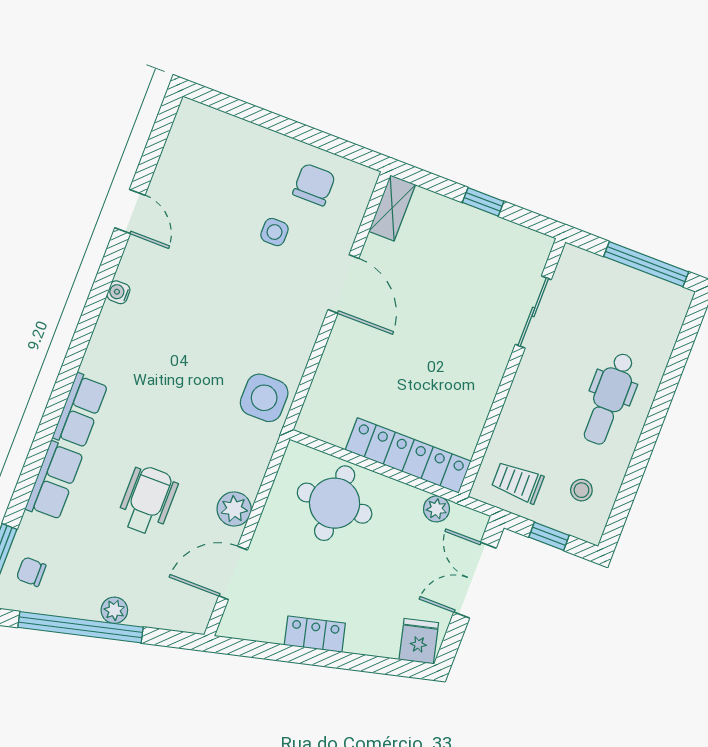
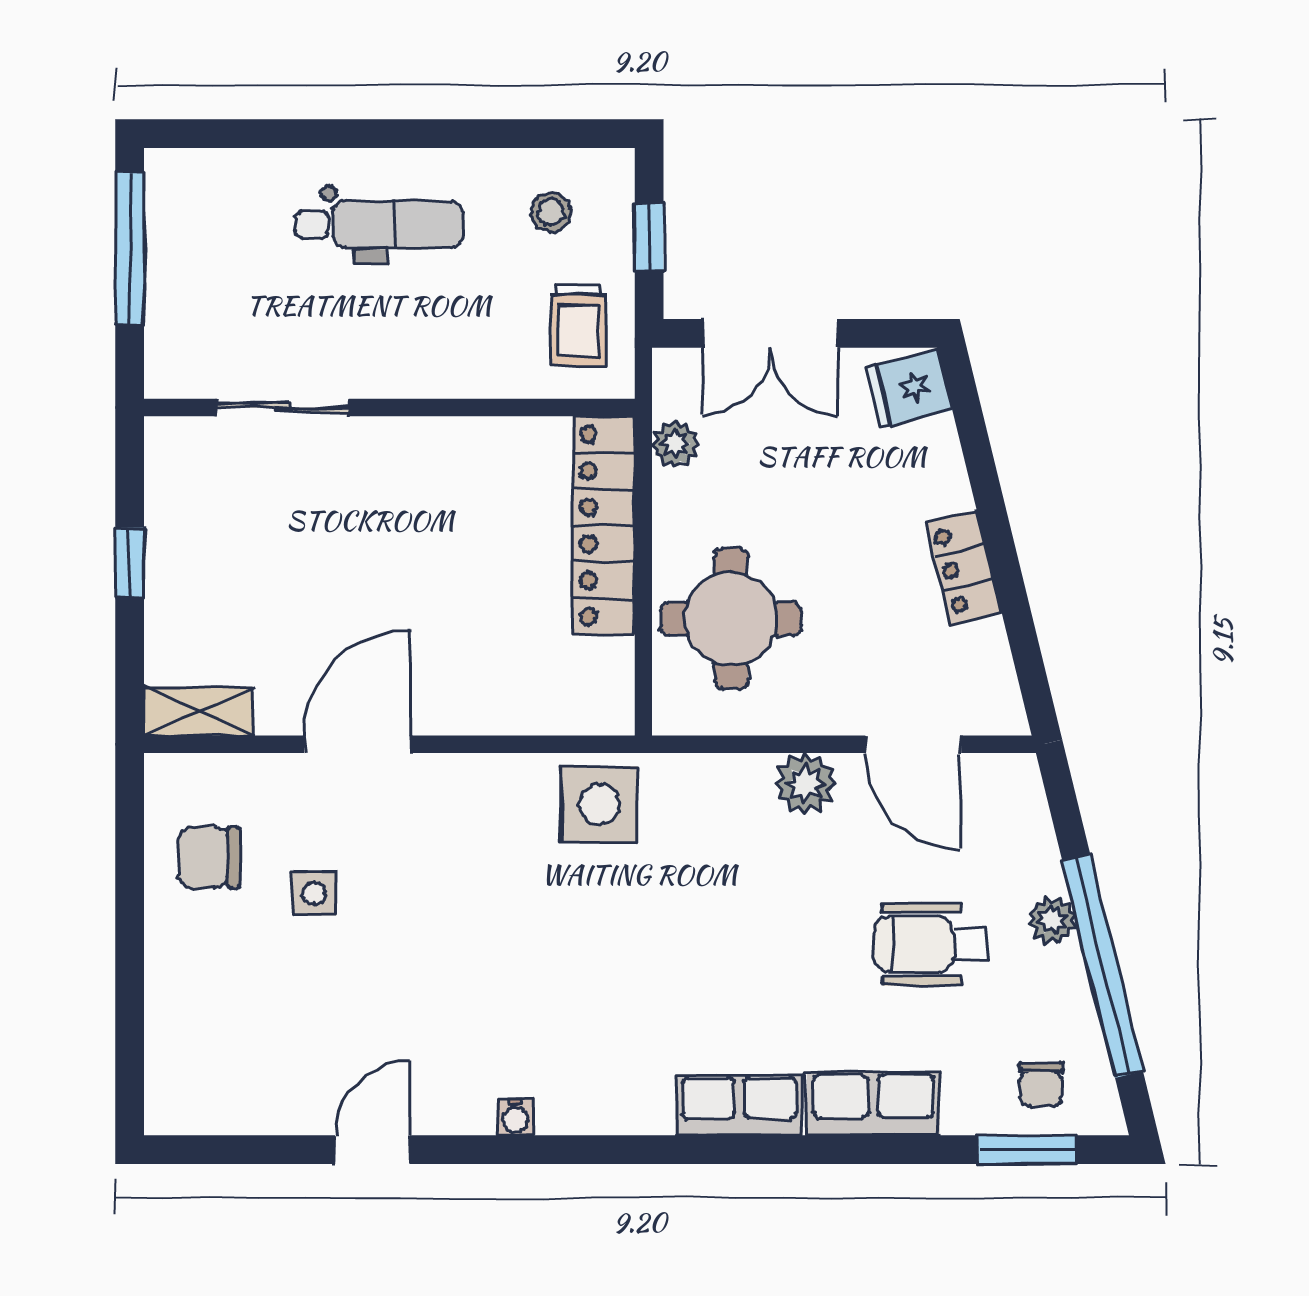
wheelchair: (148, 500) -> (931, 944), moved

